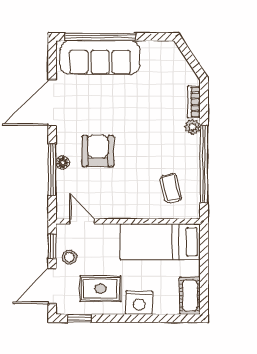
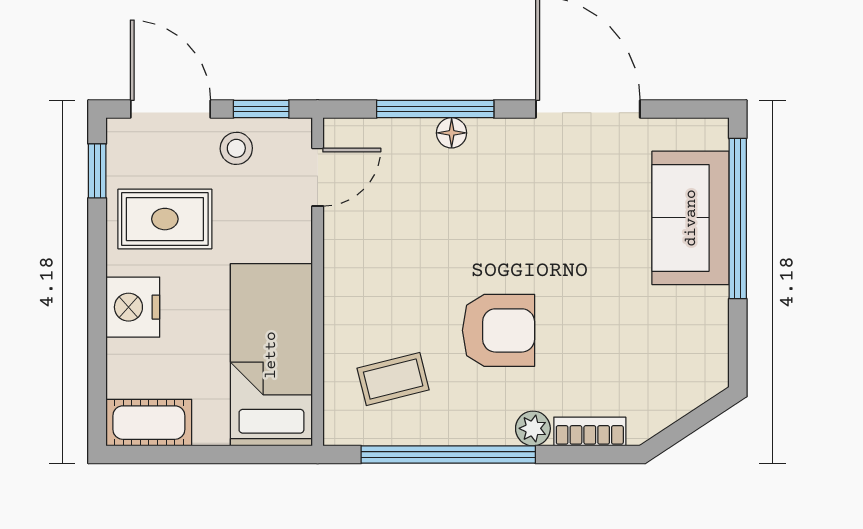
sofa: (100, 58) -> (691, 218), width x0.73
armchair: (98, 151) -> (498, 330), moved
rug: (100, 289) -> (165, 219), turned 90

